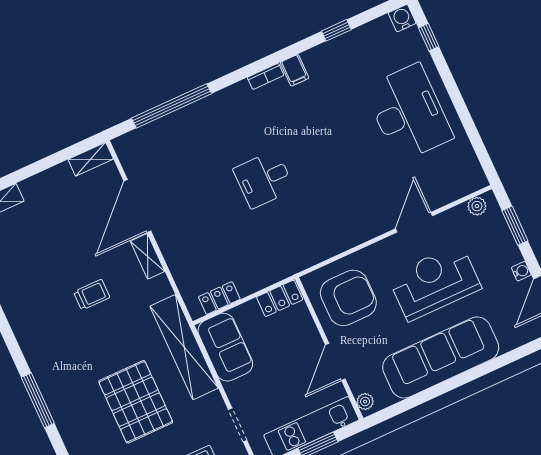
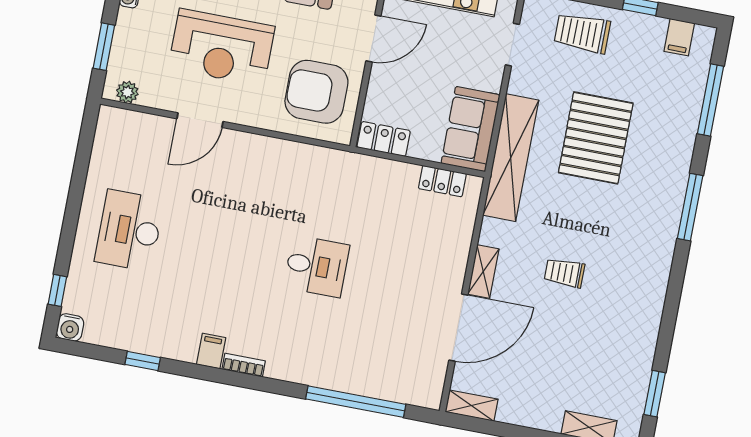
desk: (409, 113) -> (129, 231), width x0.73, depth x0.77

